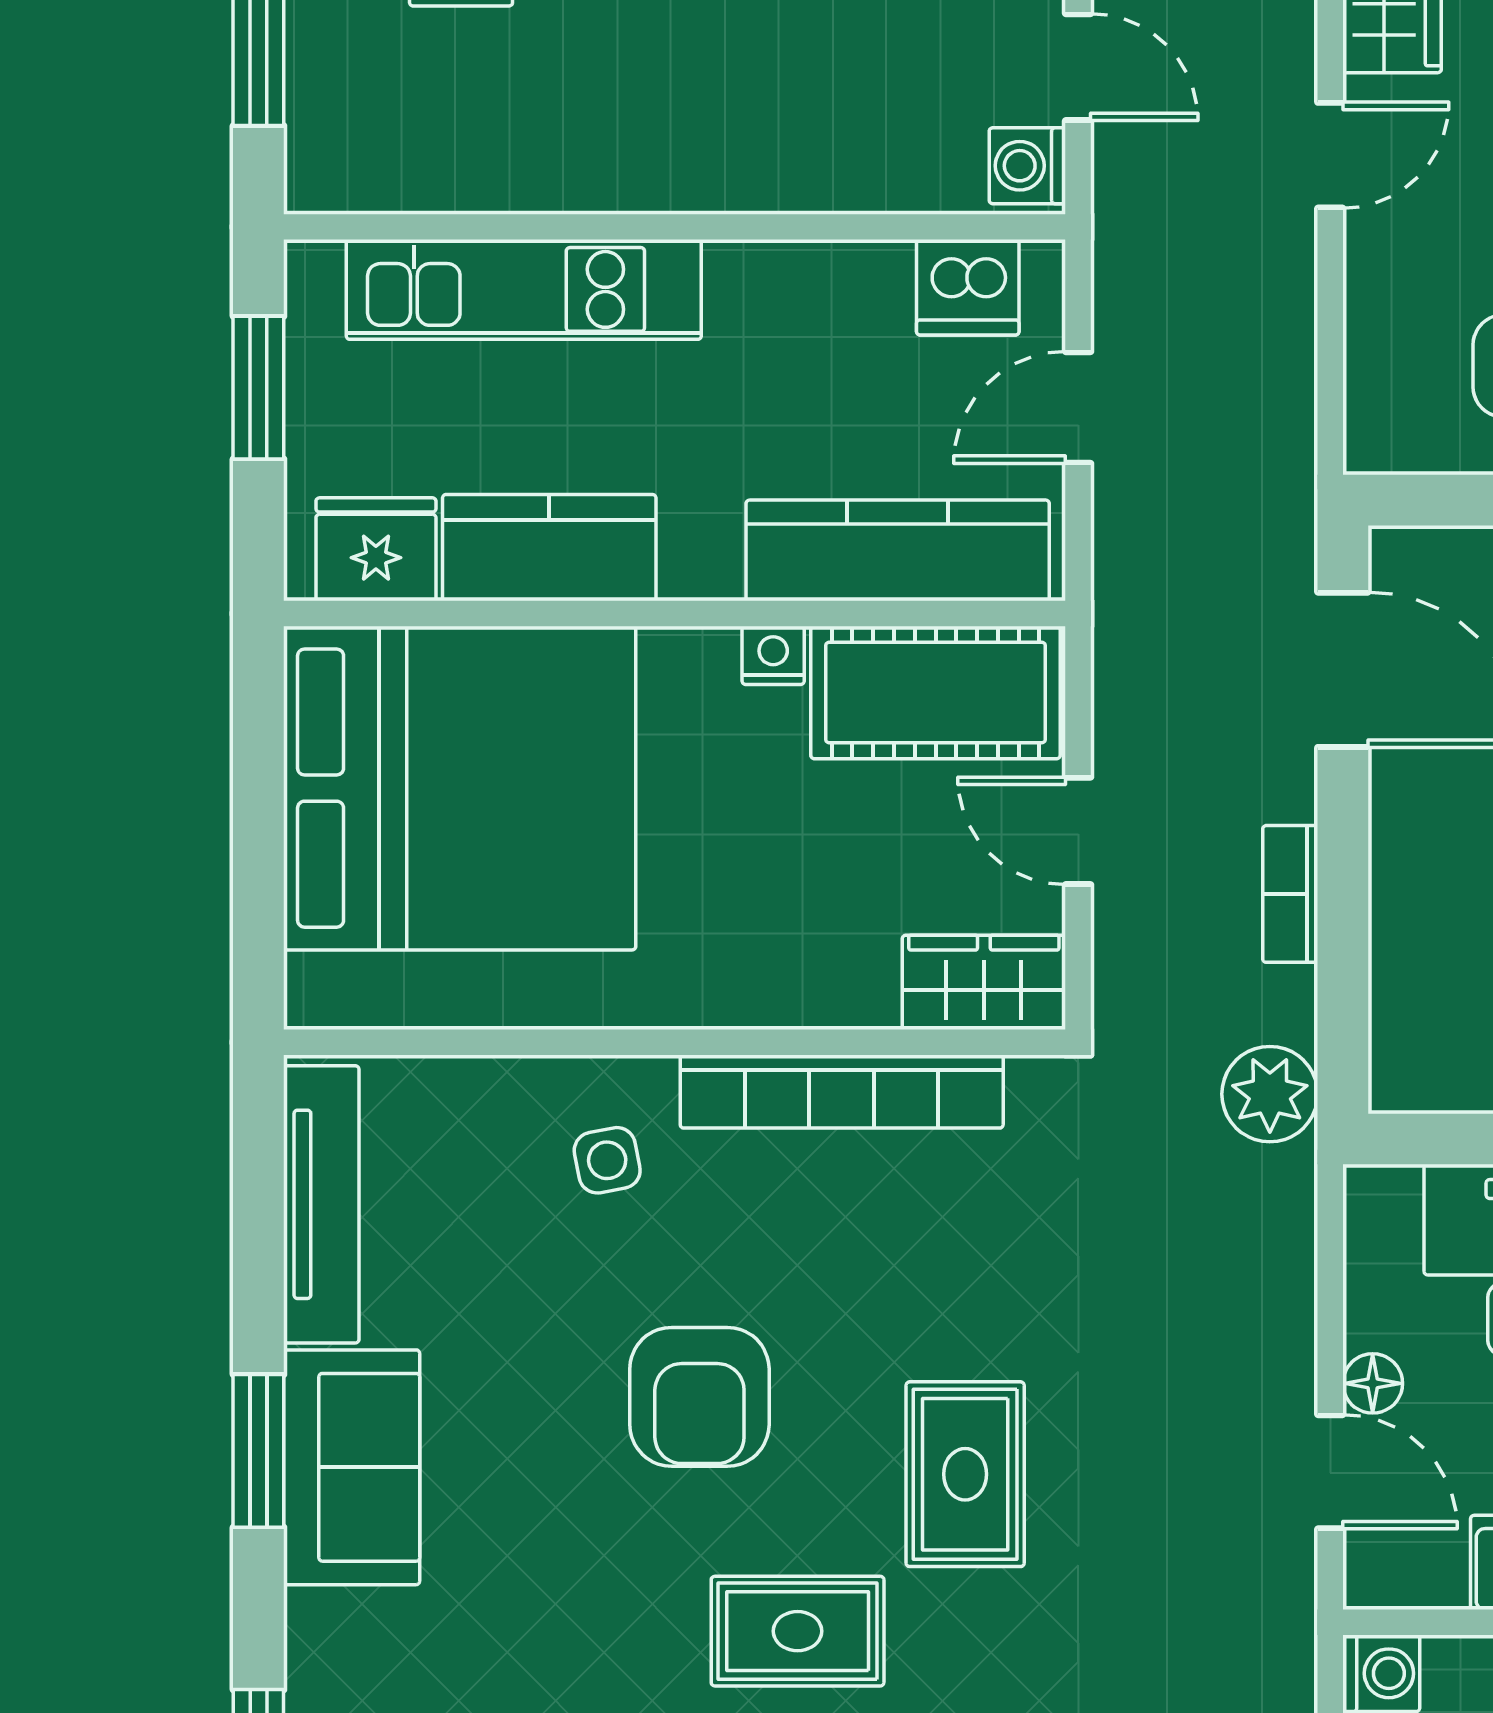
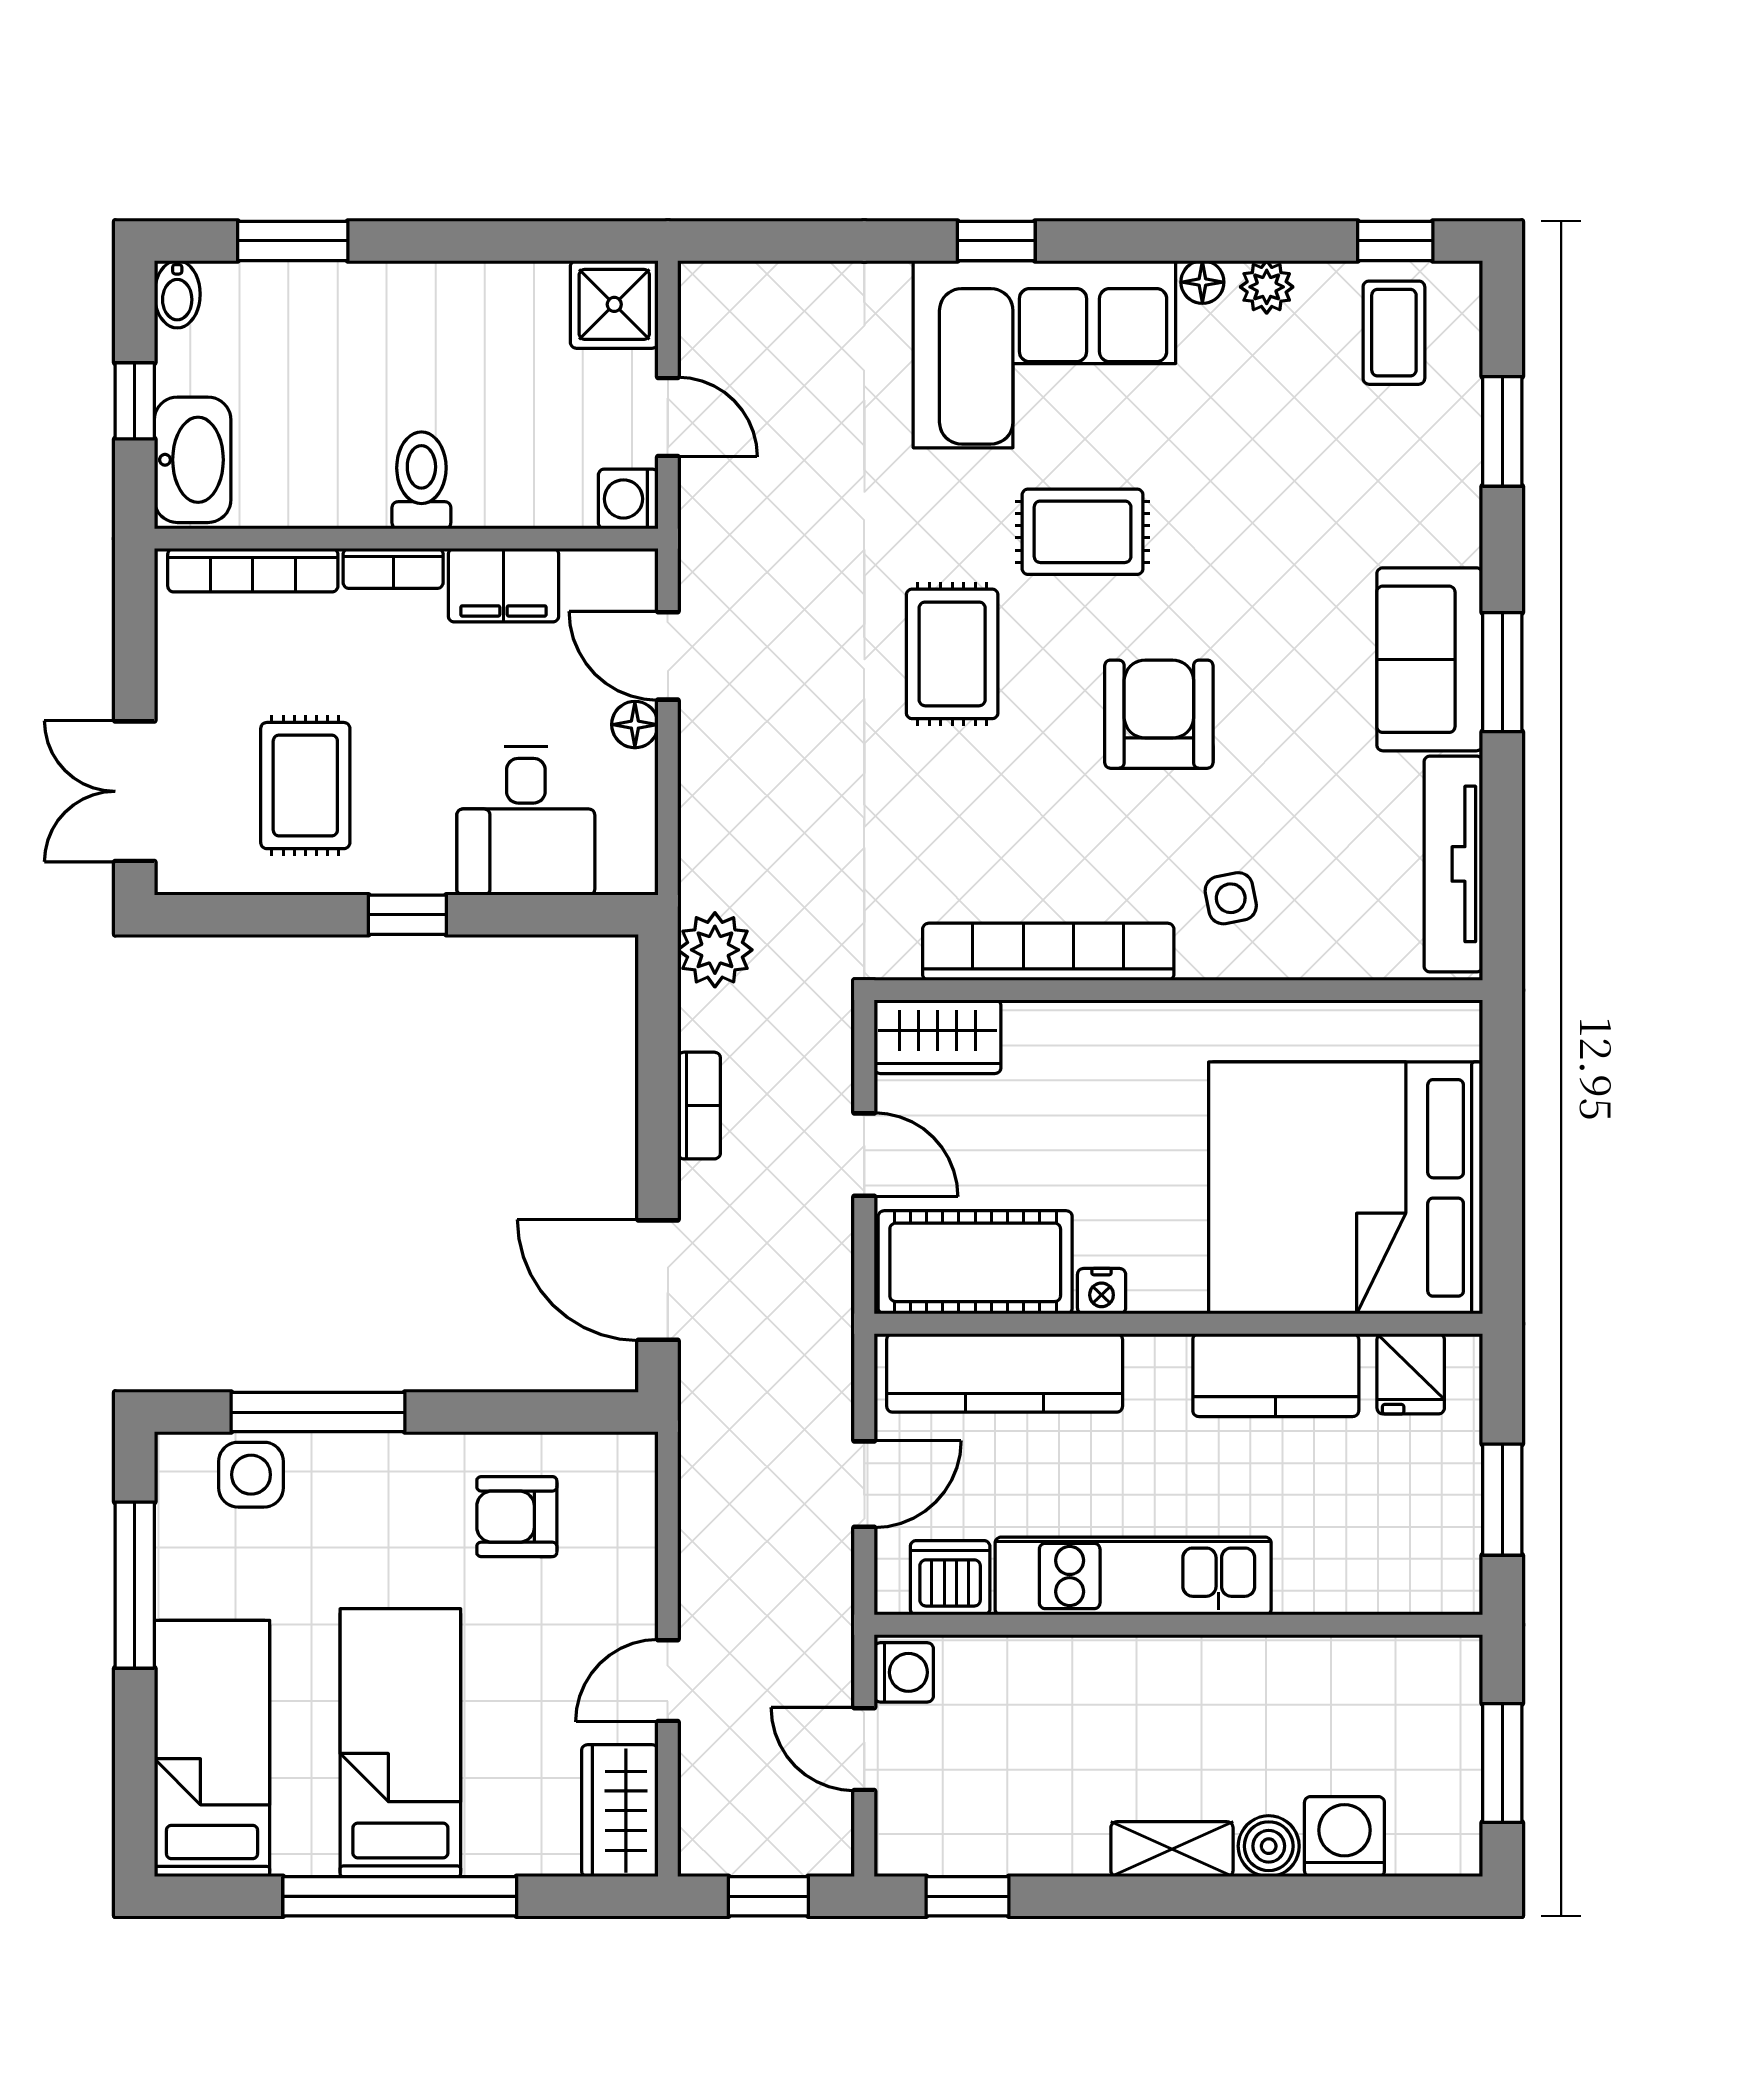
kitchen unit: (524, 289) -> (1133, 1576), moved
fridge: (376, 549) -> (1411, 1374), width x0.72

